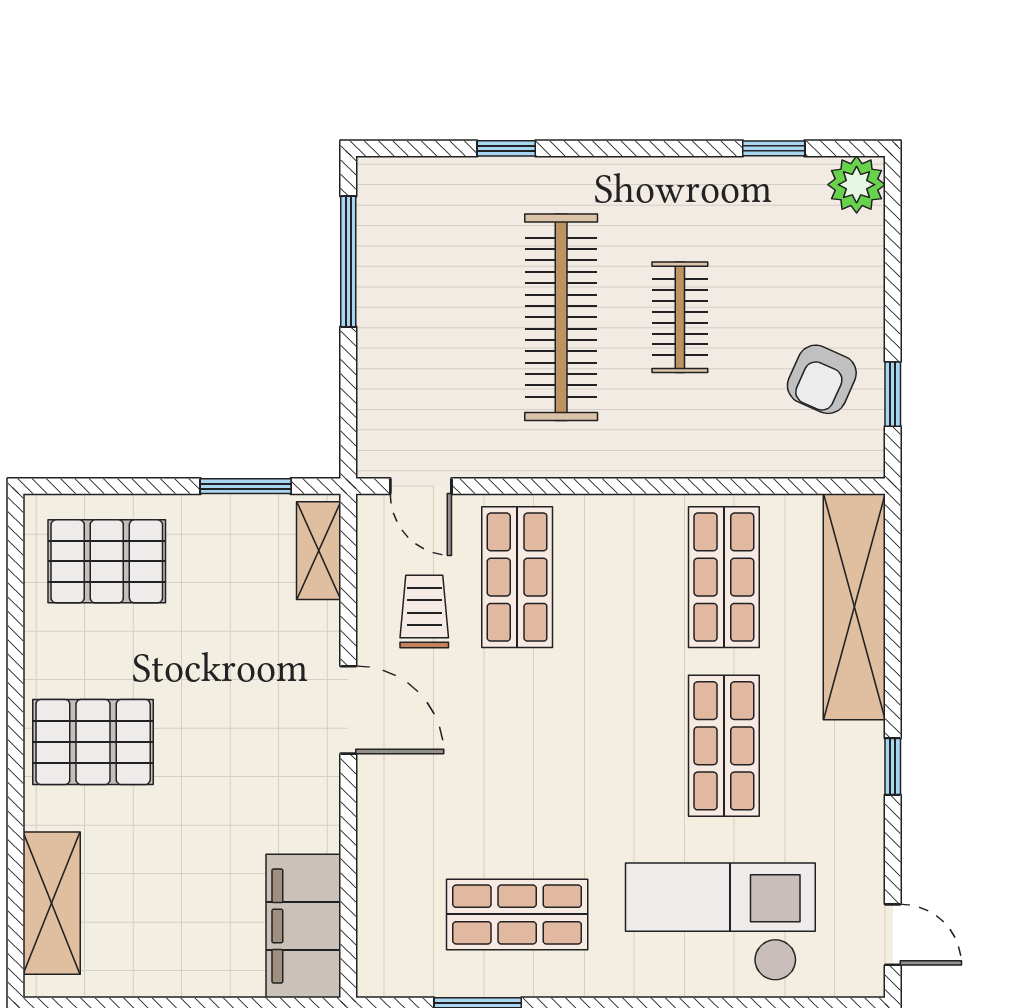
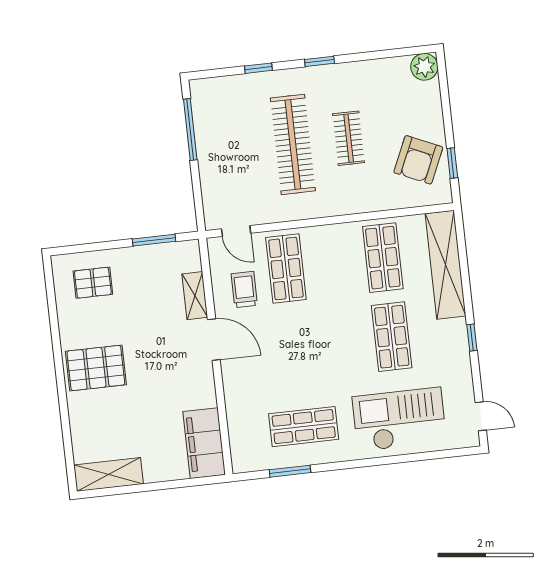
window: (774, 148) -> (320, 61), moved
armchair: (822, 379) -> (418, 160), width x1.38, depth x1.38
shelving: (319, 551) -> (195, 296), moved
pallet: (107, 561) -> (93, 283), width x0.67, depth x0.71
shelving: (52, 903) -> (109, 474), moved, turned 90

